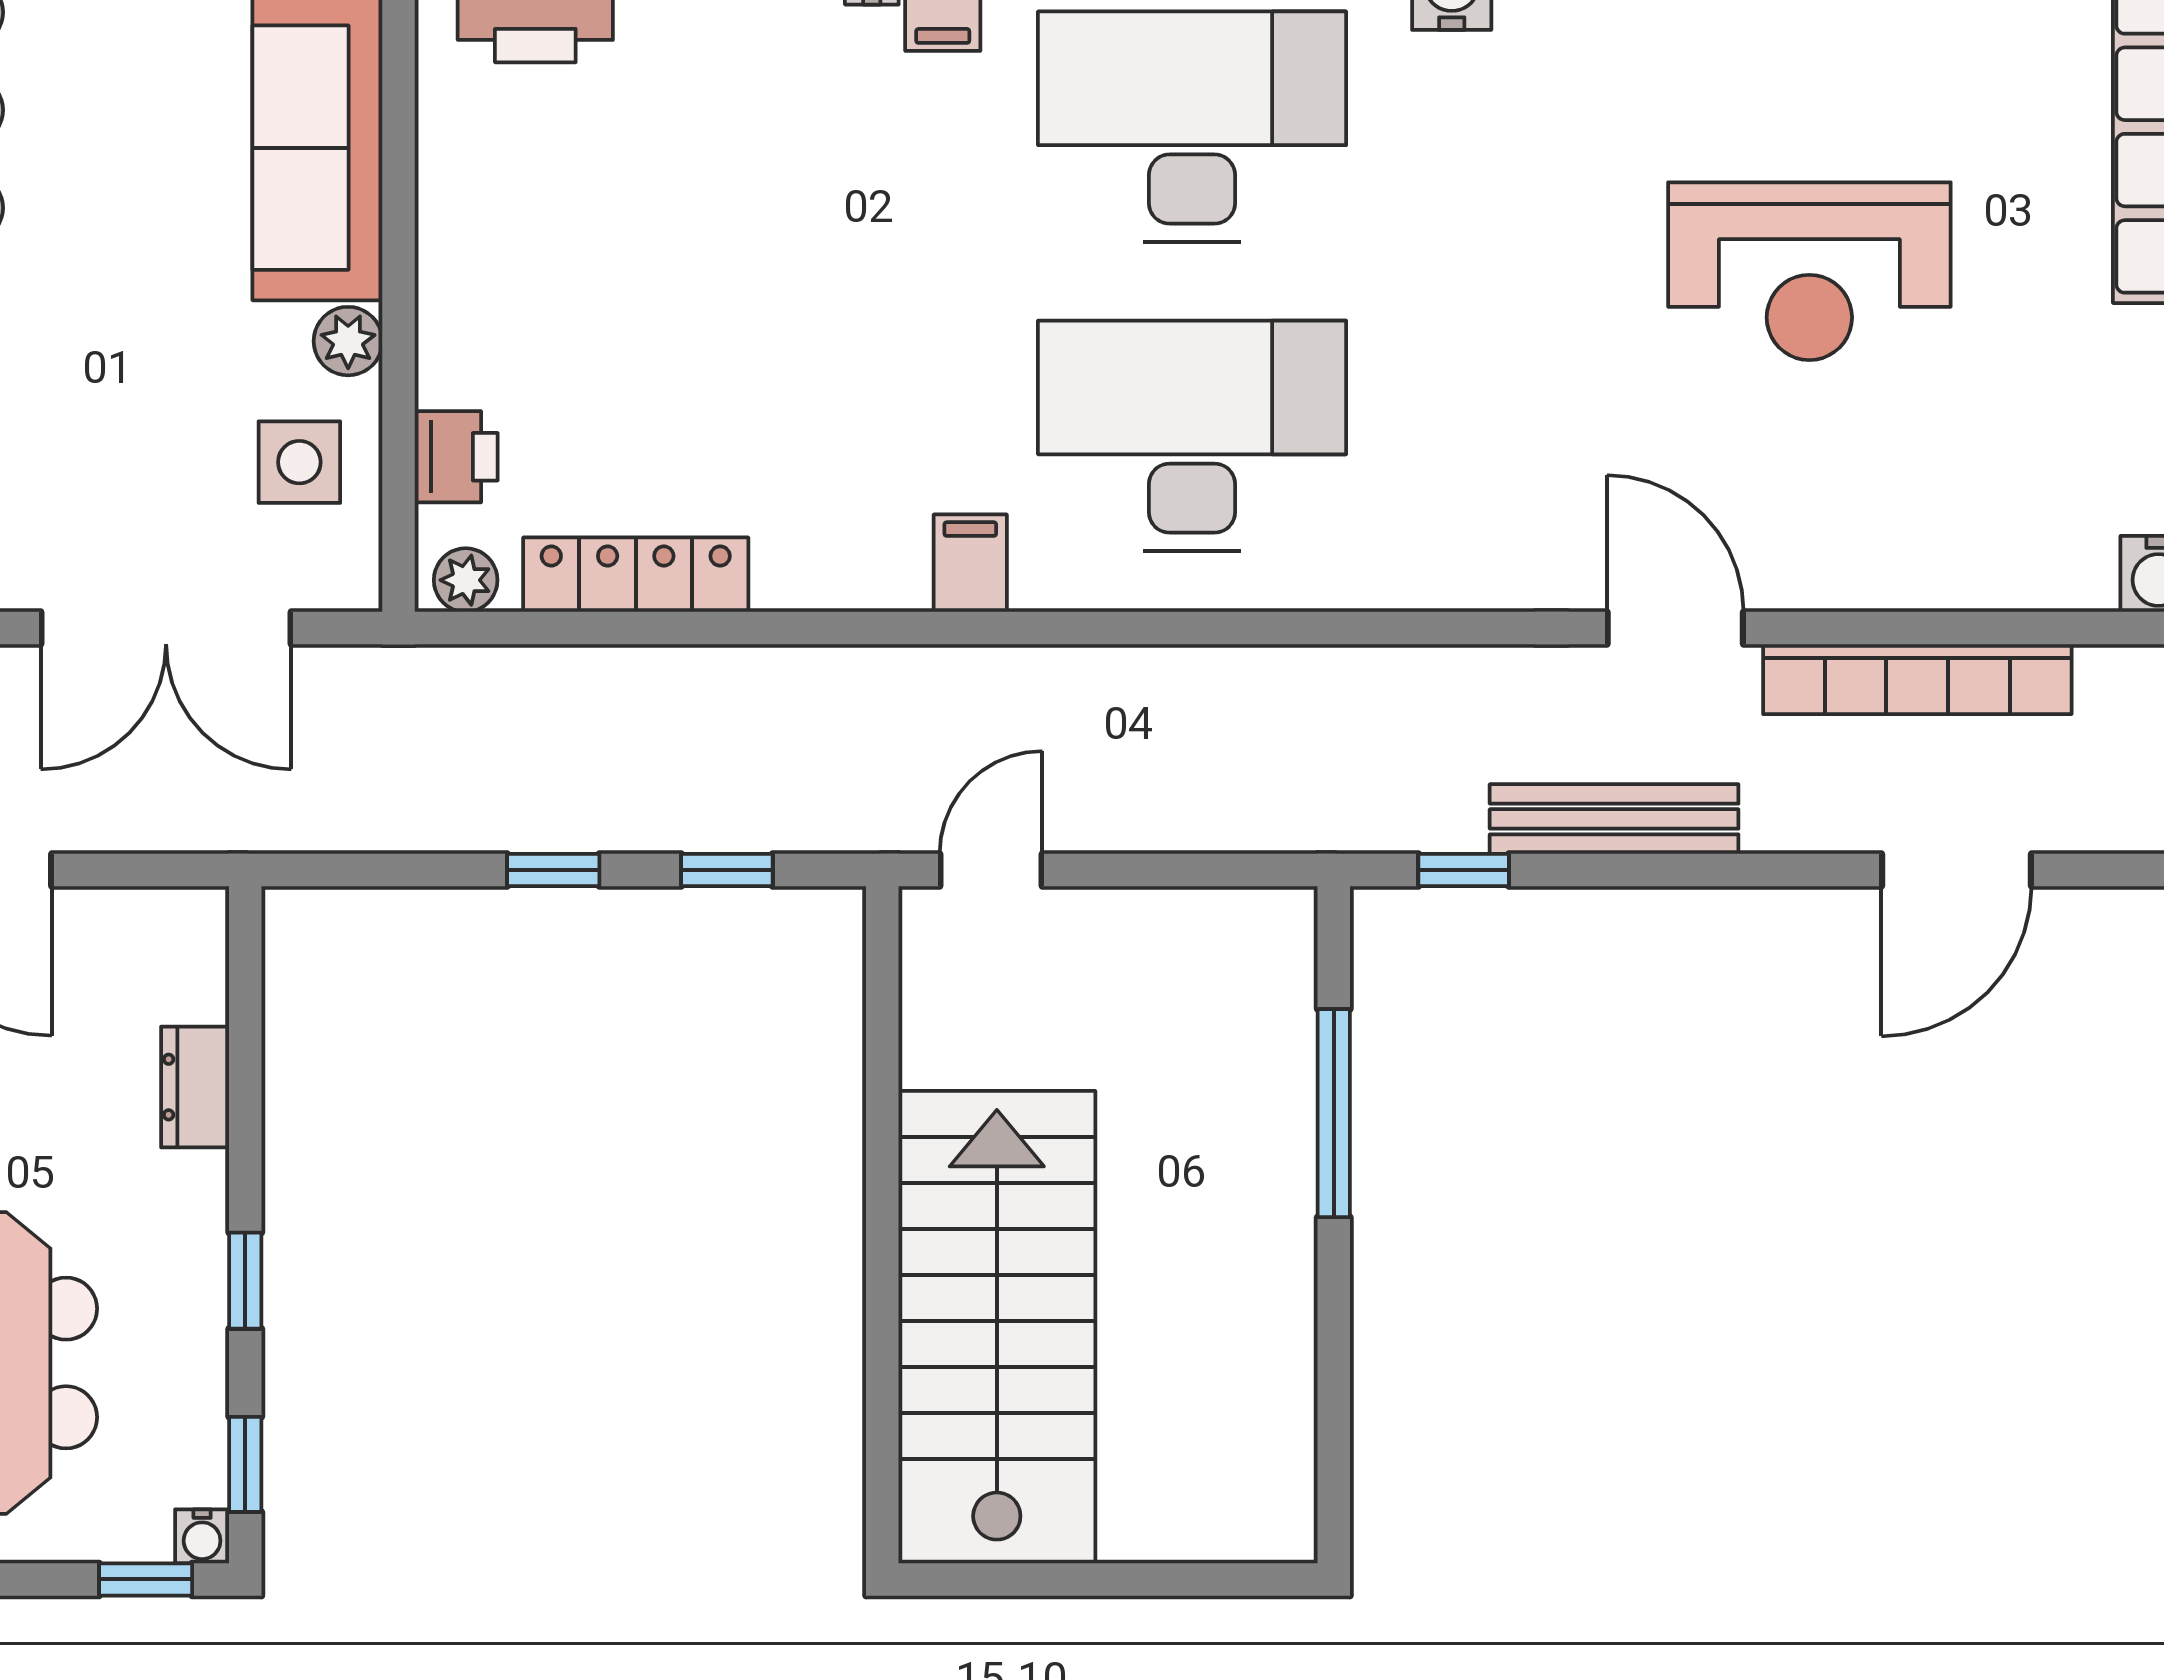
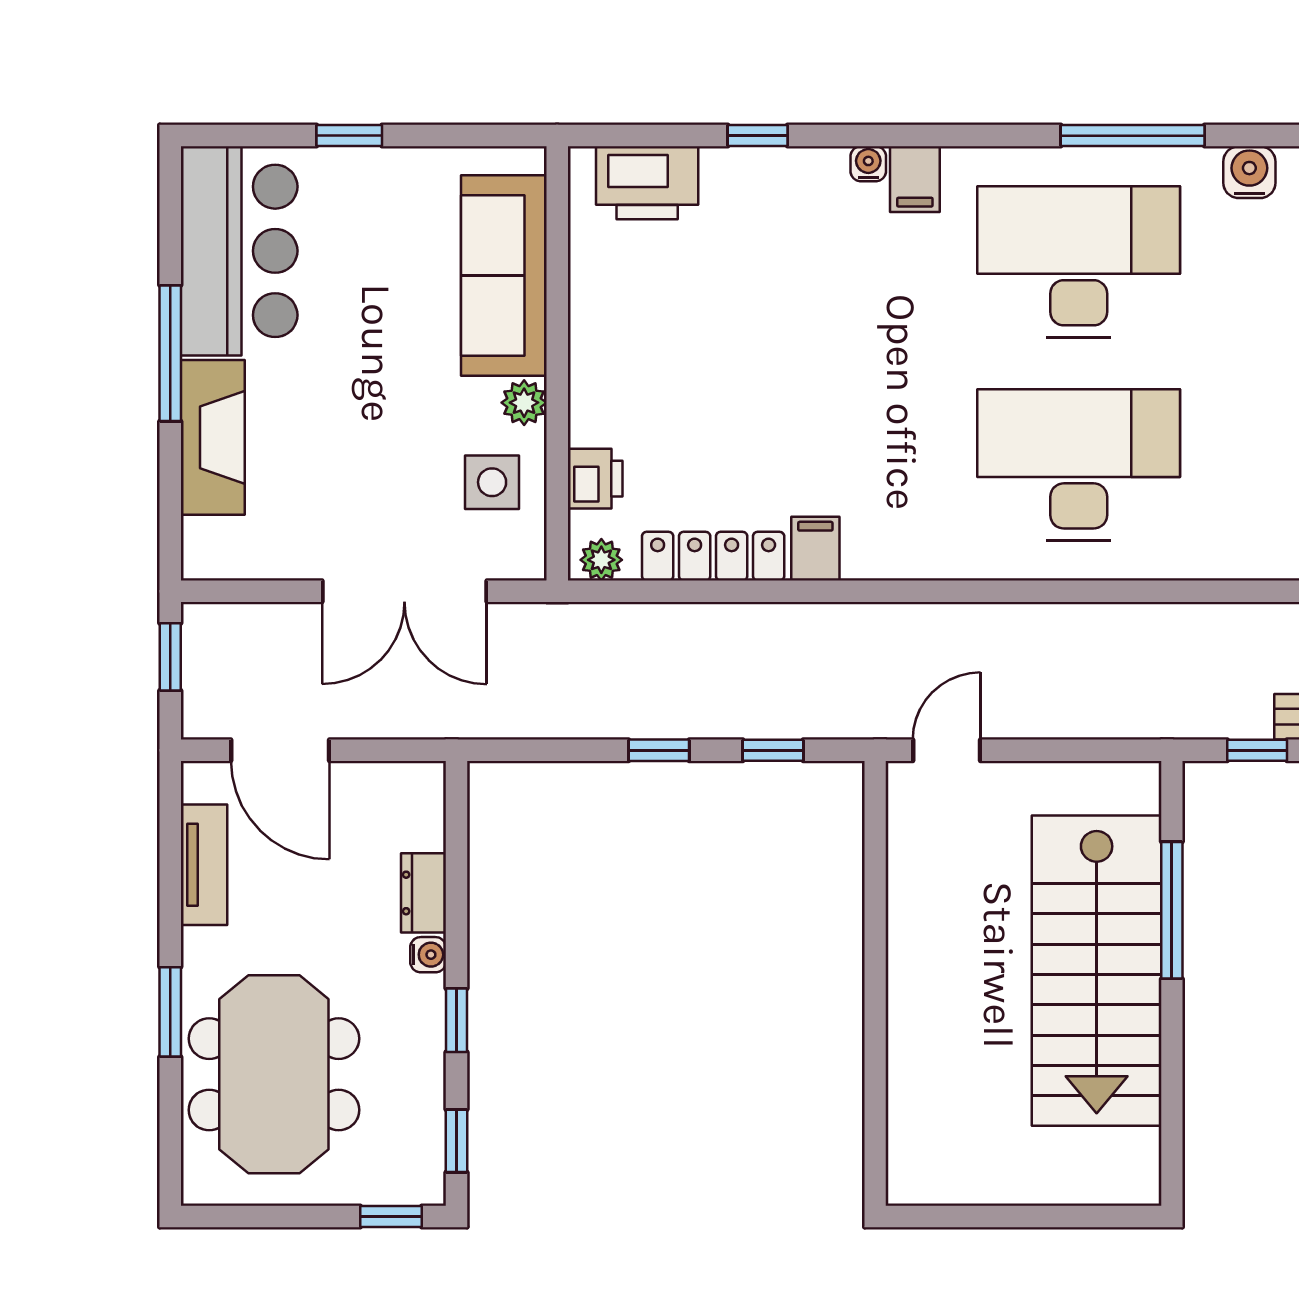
filing cabinet: (970, 563) -> (815, 549), moved
stairs: (997, 1327) -> (1097, 971), moved, turned 180
water cooler: (202, 1536) -> (428, 955), moved, turned -90

